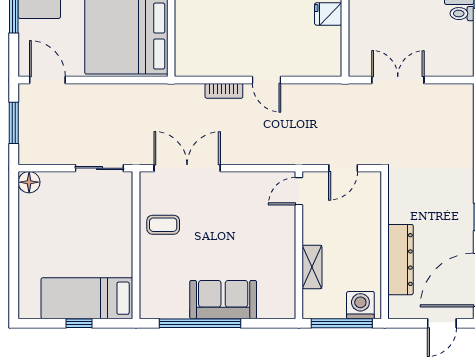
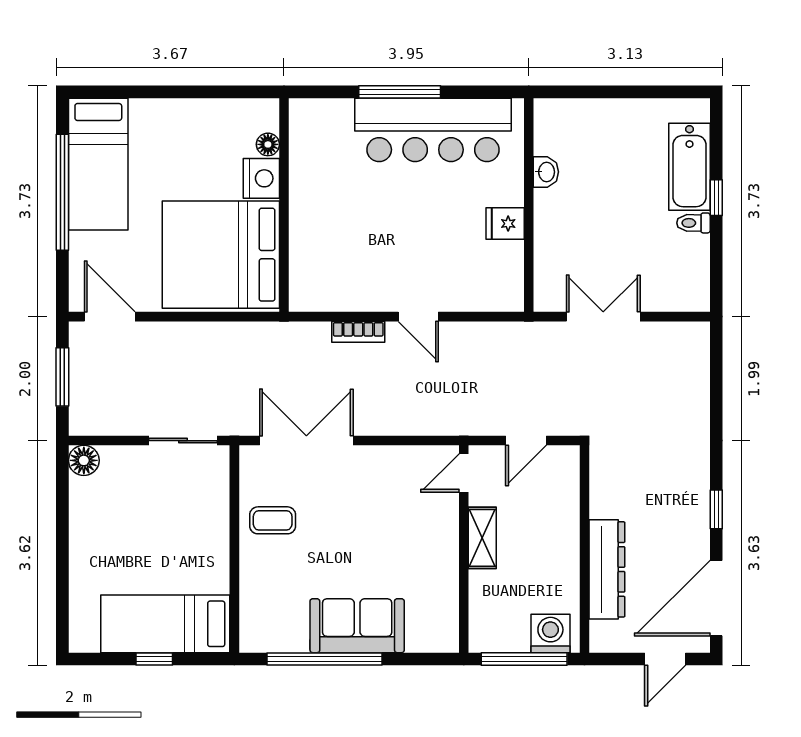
shelving: (312, 267) -> (482, 538), moved

